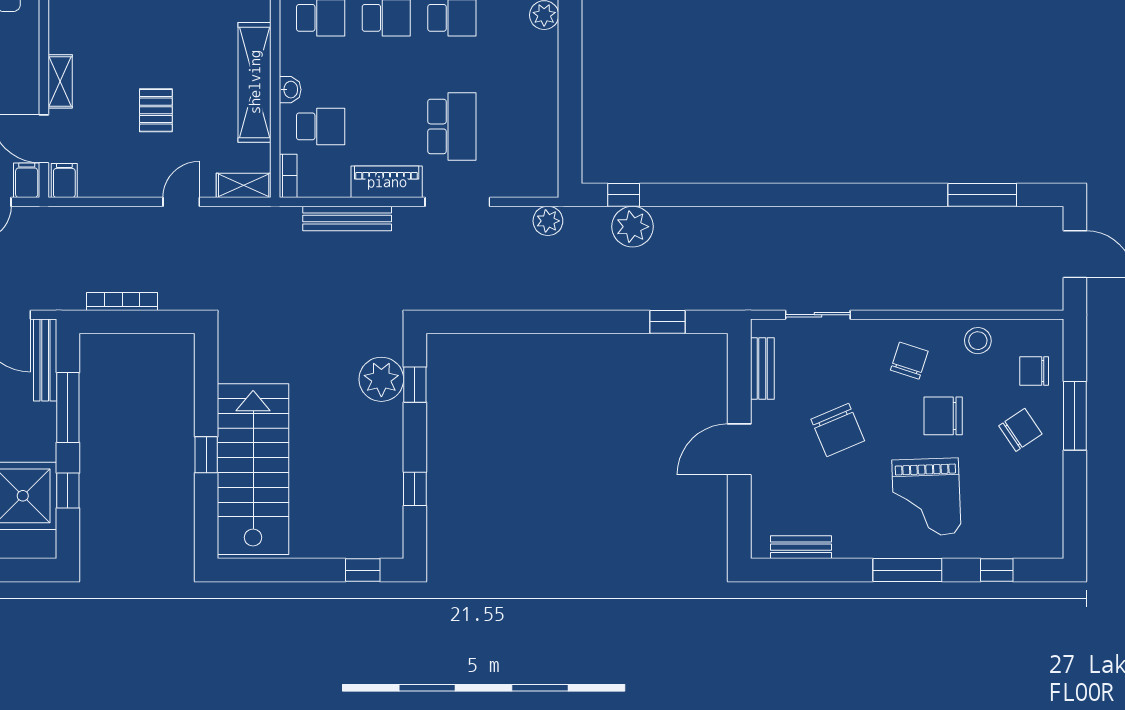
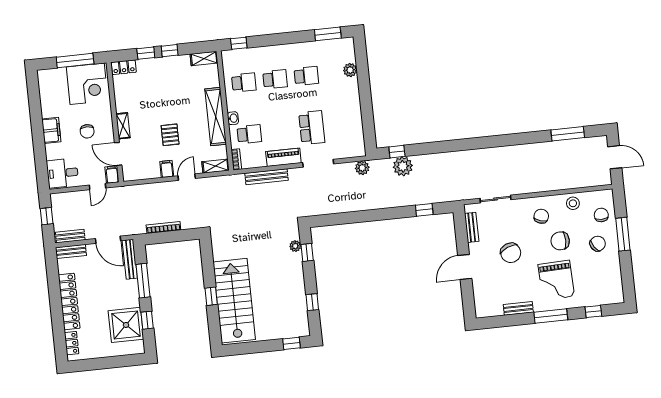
filing cabinet: (64, 181) -> (167, 169), moved
chair: (1034, 371) -> (601, 215), turned 90
plant: (381, 379) -> (295, 246), width x0.53, depth x0.53
bench: (801, 547) -> (518, 308), moved

